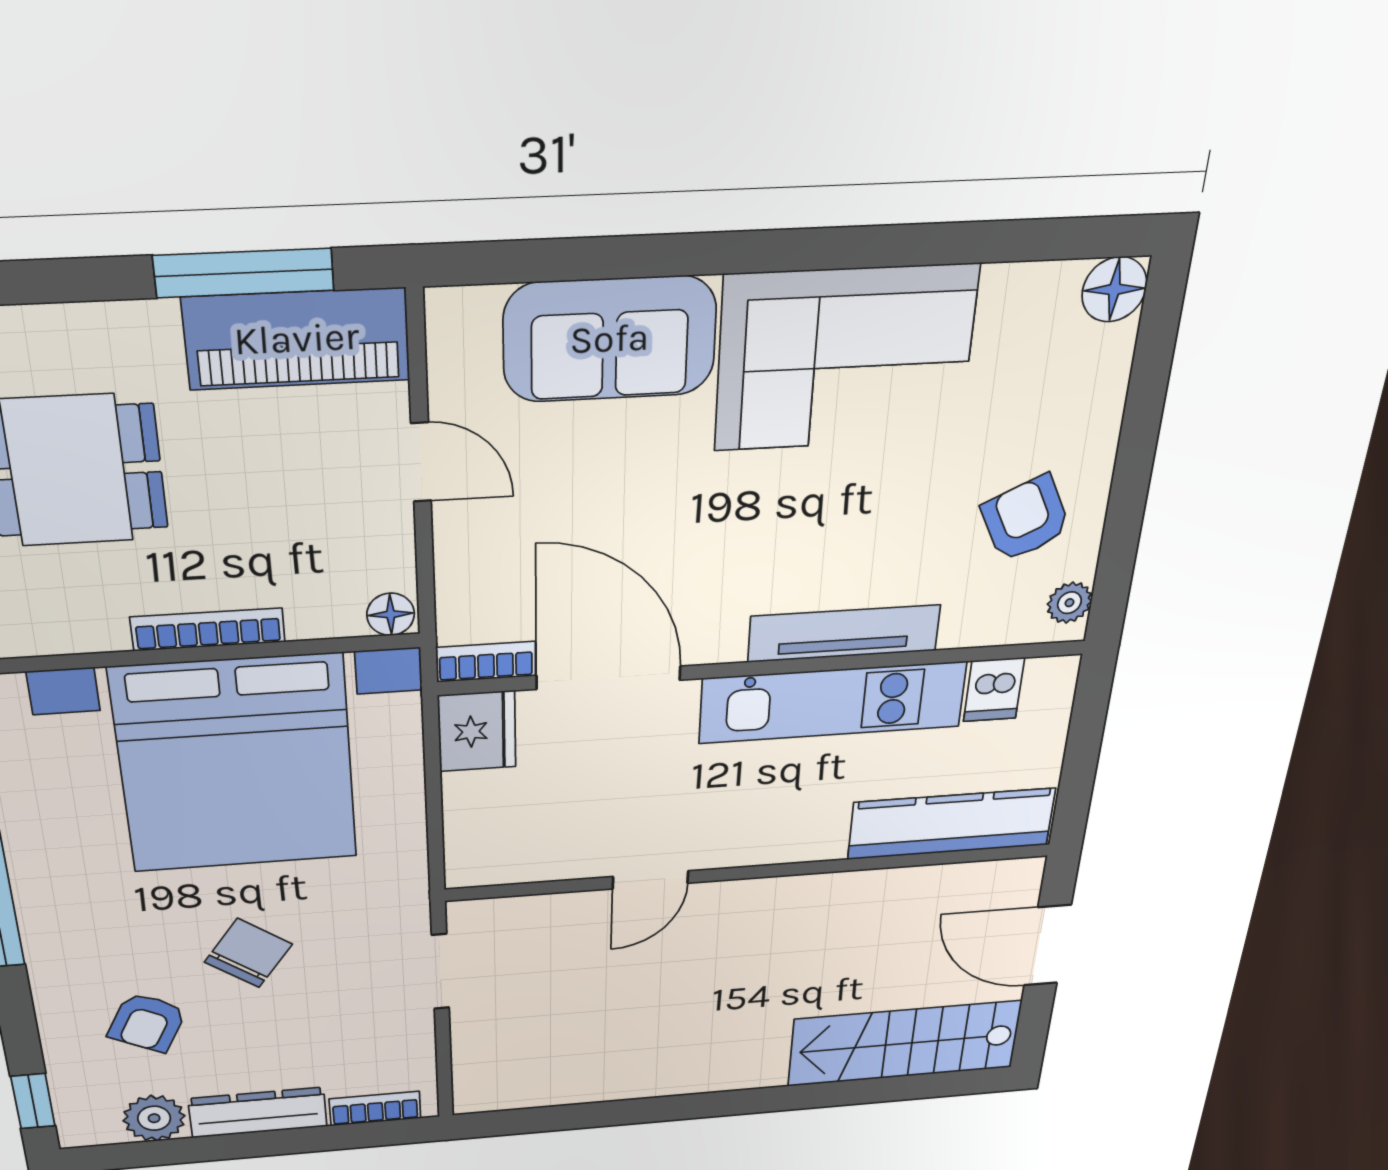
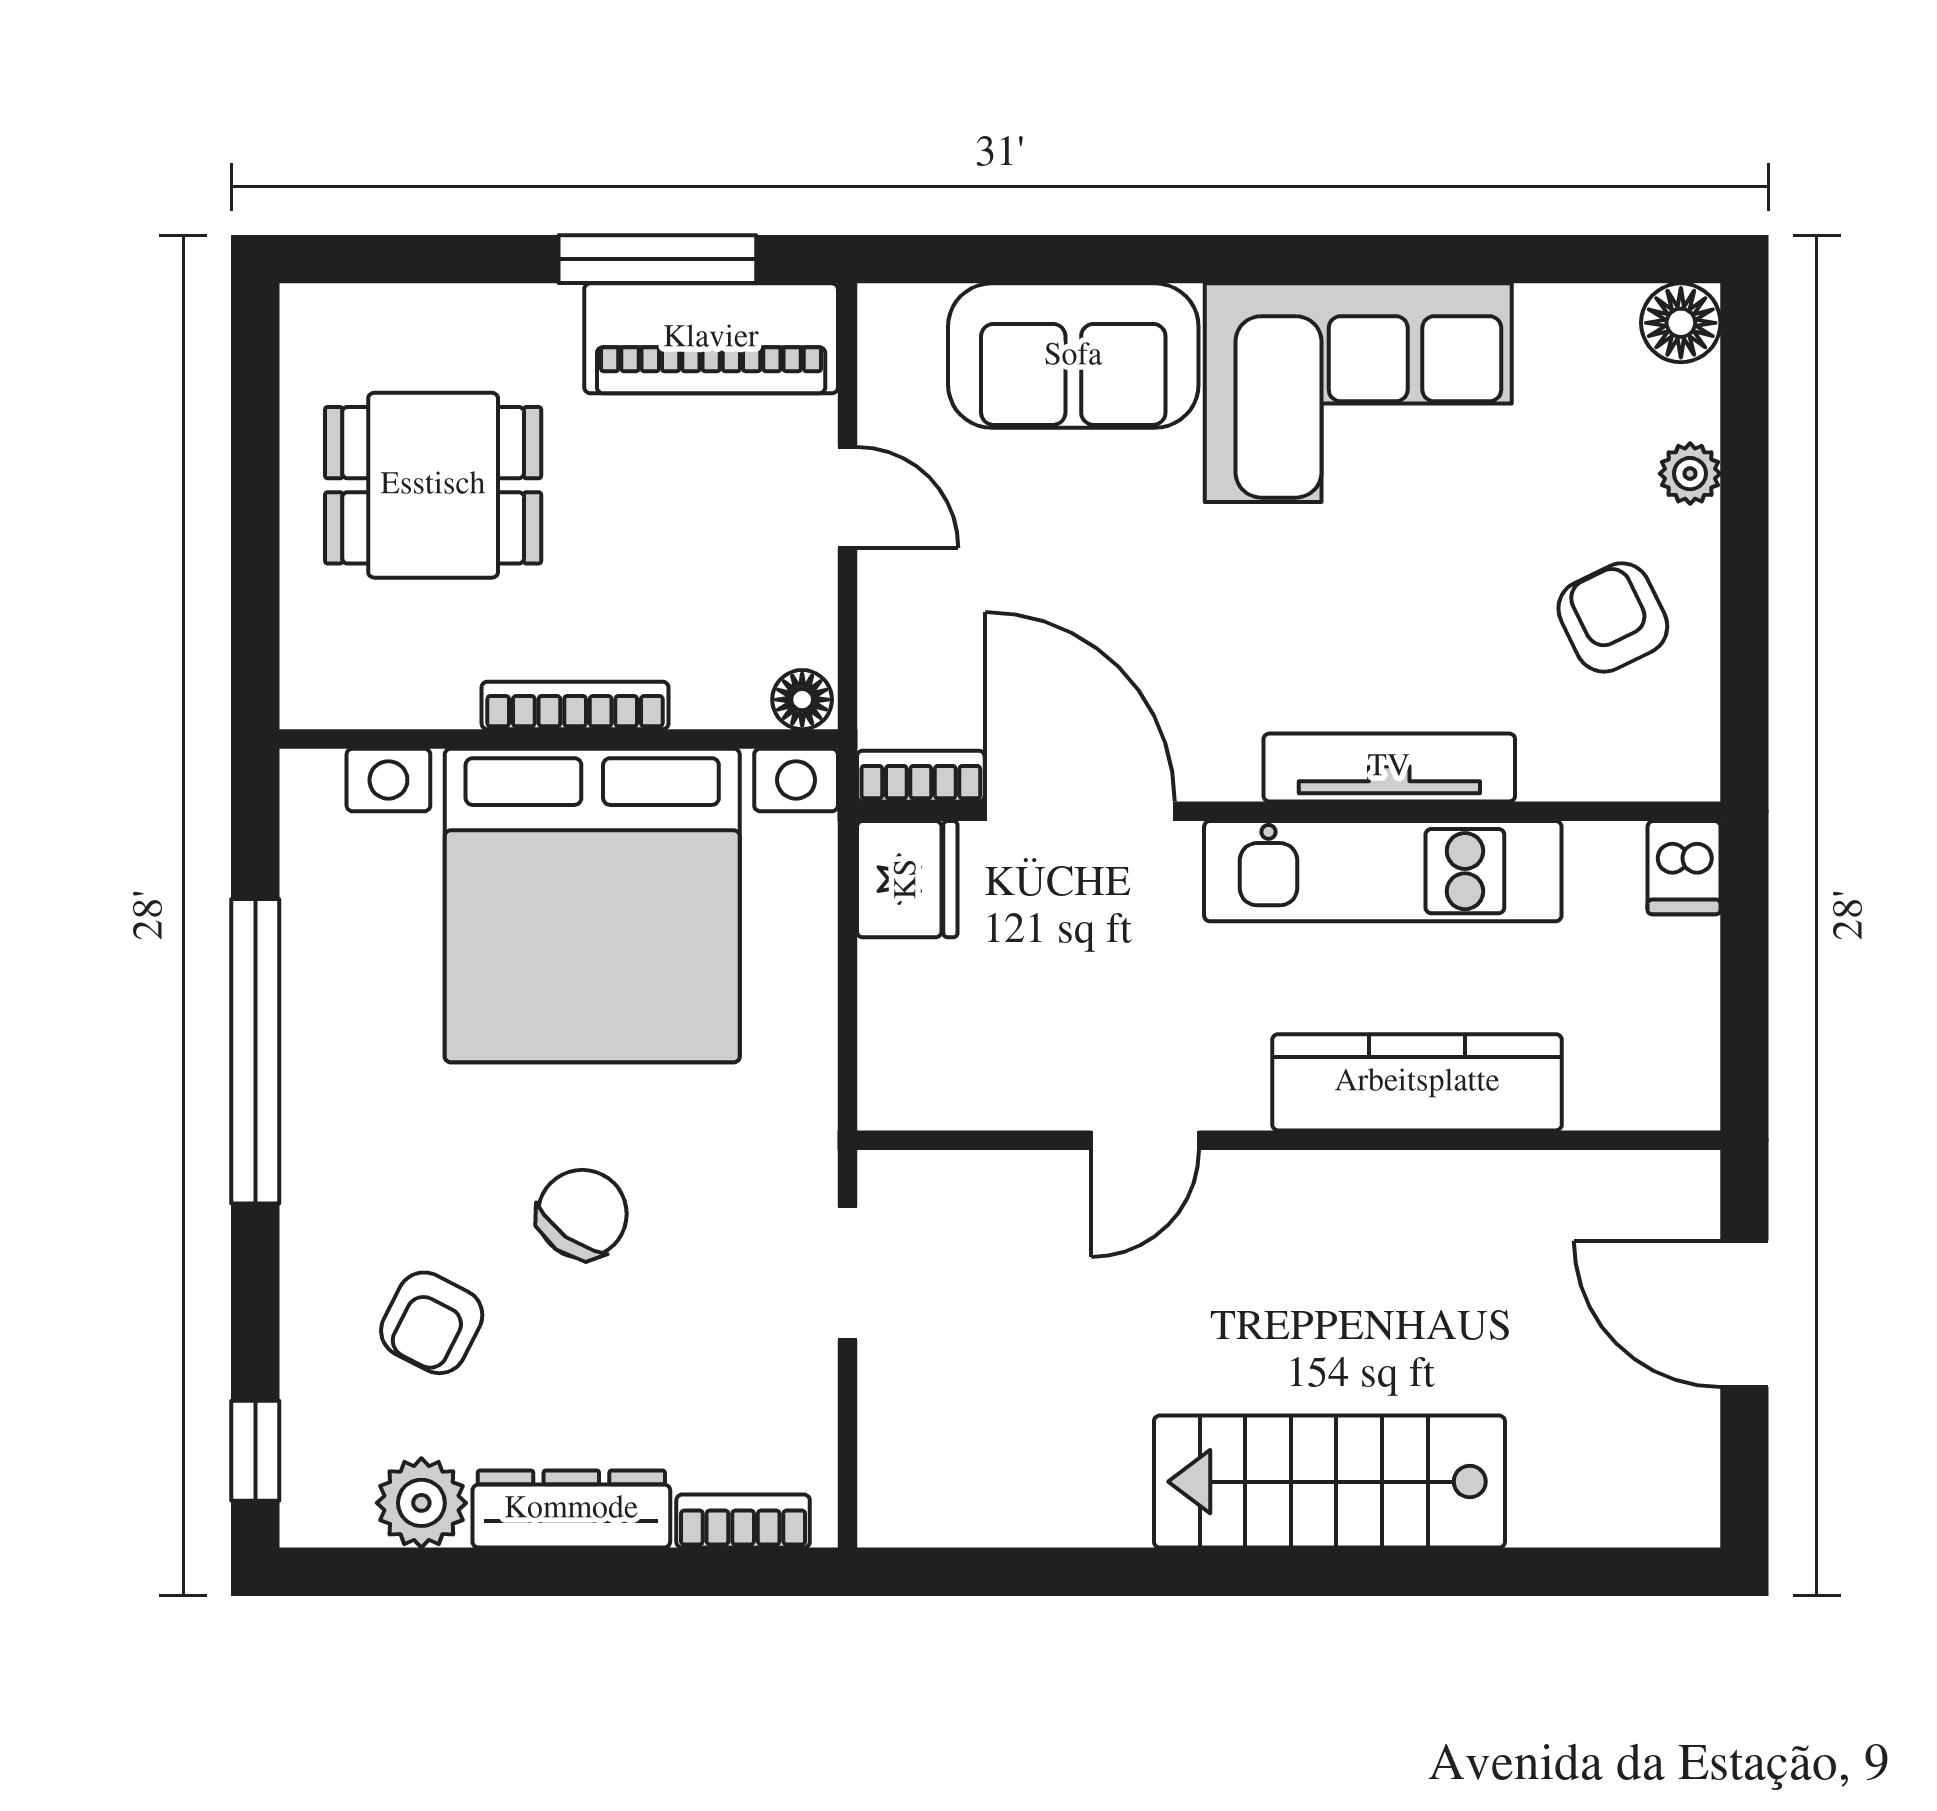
plant: (1069, 603) -> (1690, 474), moved
dishwasher: (994, 690) -> (1684, 868), moved
kitchen counter: (951, 824) -> (1417, 1082), moved
stairs: (904, 1044) -> (1329, 1482), moved

